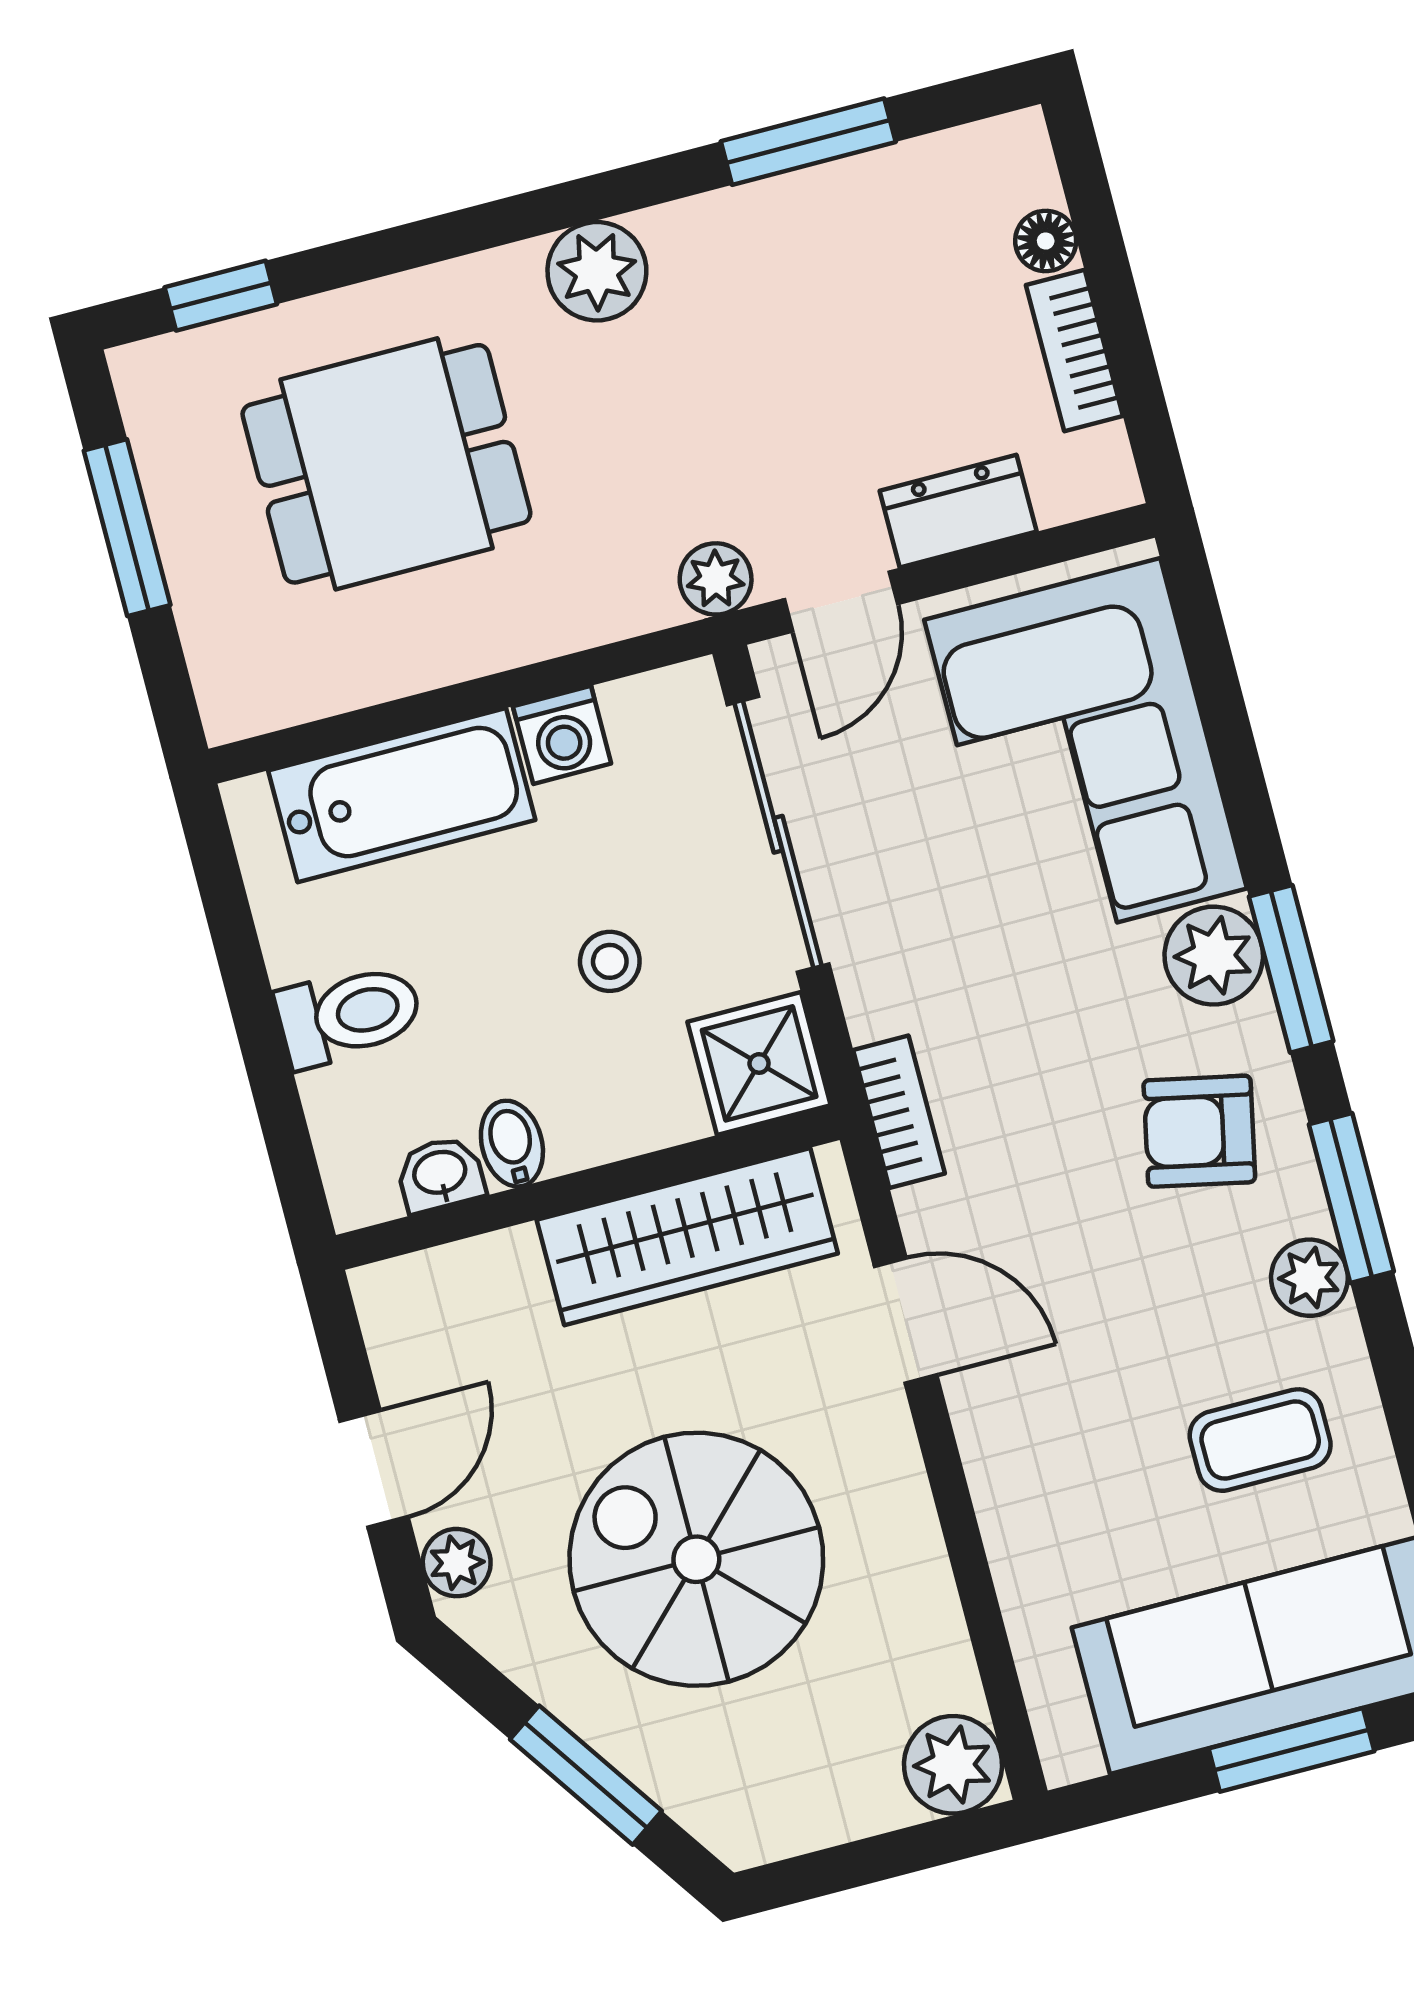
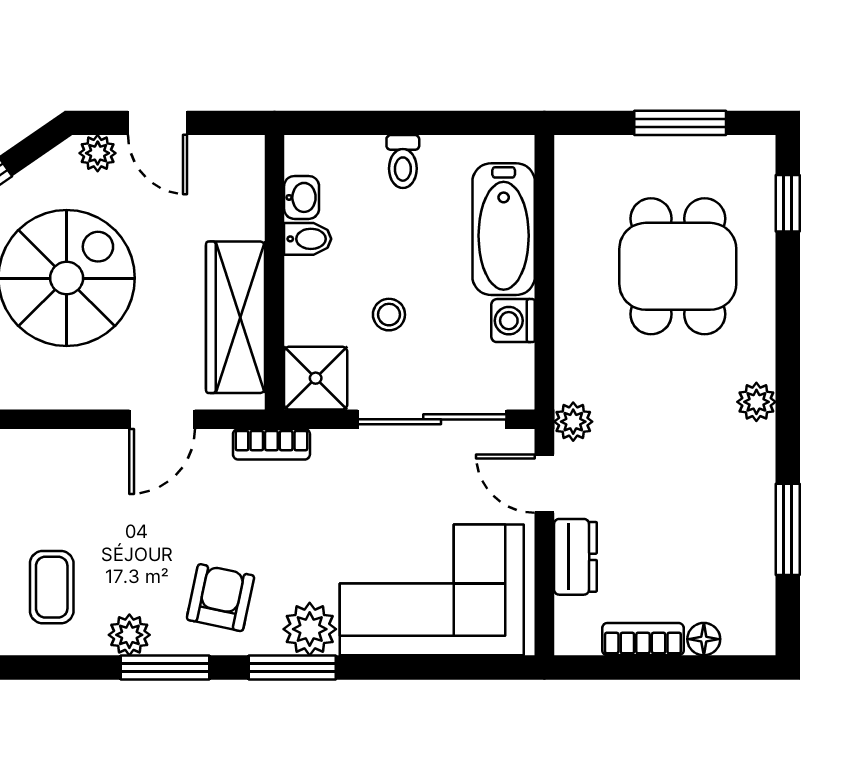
plant: (597, 271) -> (756, 402), width x0.73, depth x0.73
toilet: (349, 1015) -> (403, 162), width x0.73, depth x0.72

